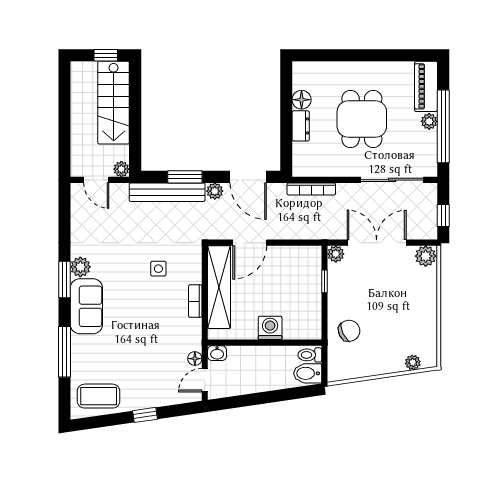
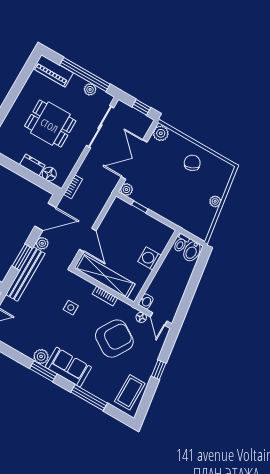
floor lamp: (302, 100) -> (49, 174), moved
plant: (429, 121) -> (90, 89), moved
bookcase: (311, 189) -> (73, 187), width x0.64
chair: (349, 331) -> (192, 163), moved
armchair: (152, 341) -> (114, 339), added
plant: (413, 362) -> (215, 201), moved

